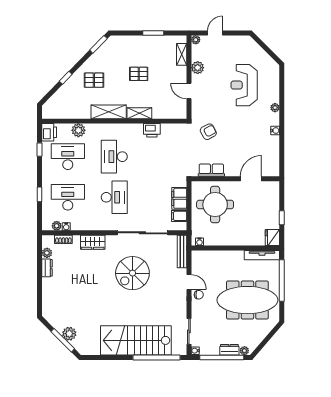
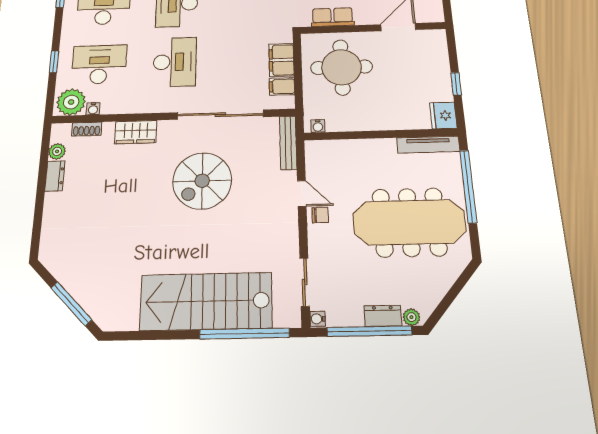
plant: (57, 226) -> (71, 102), width x1.88, depth x1.88
plant: (69, 334) -> (84, 291), removed

